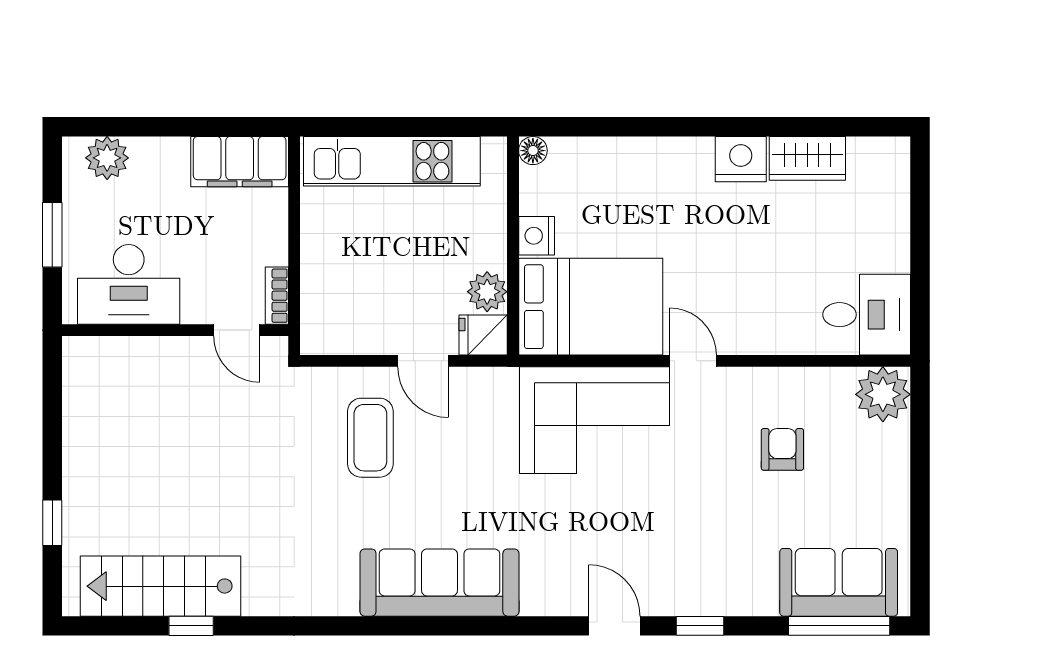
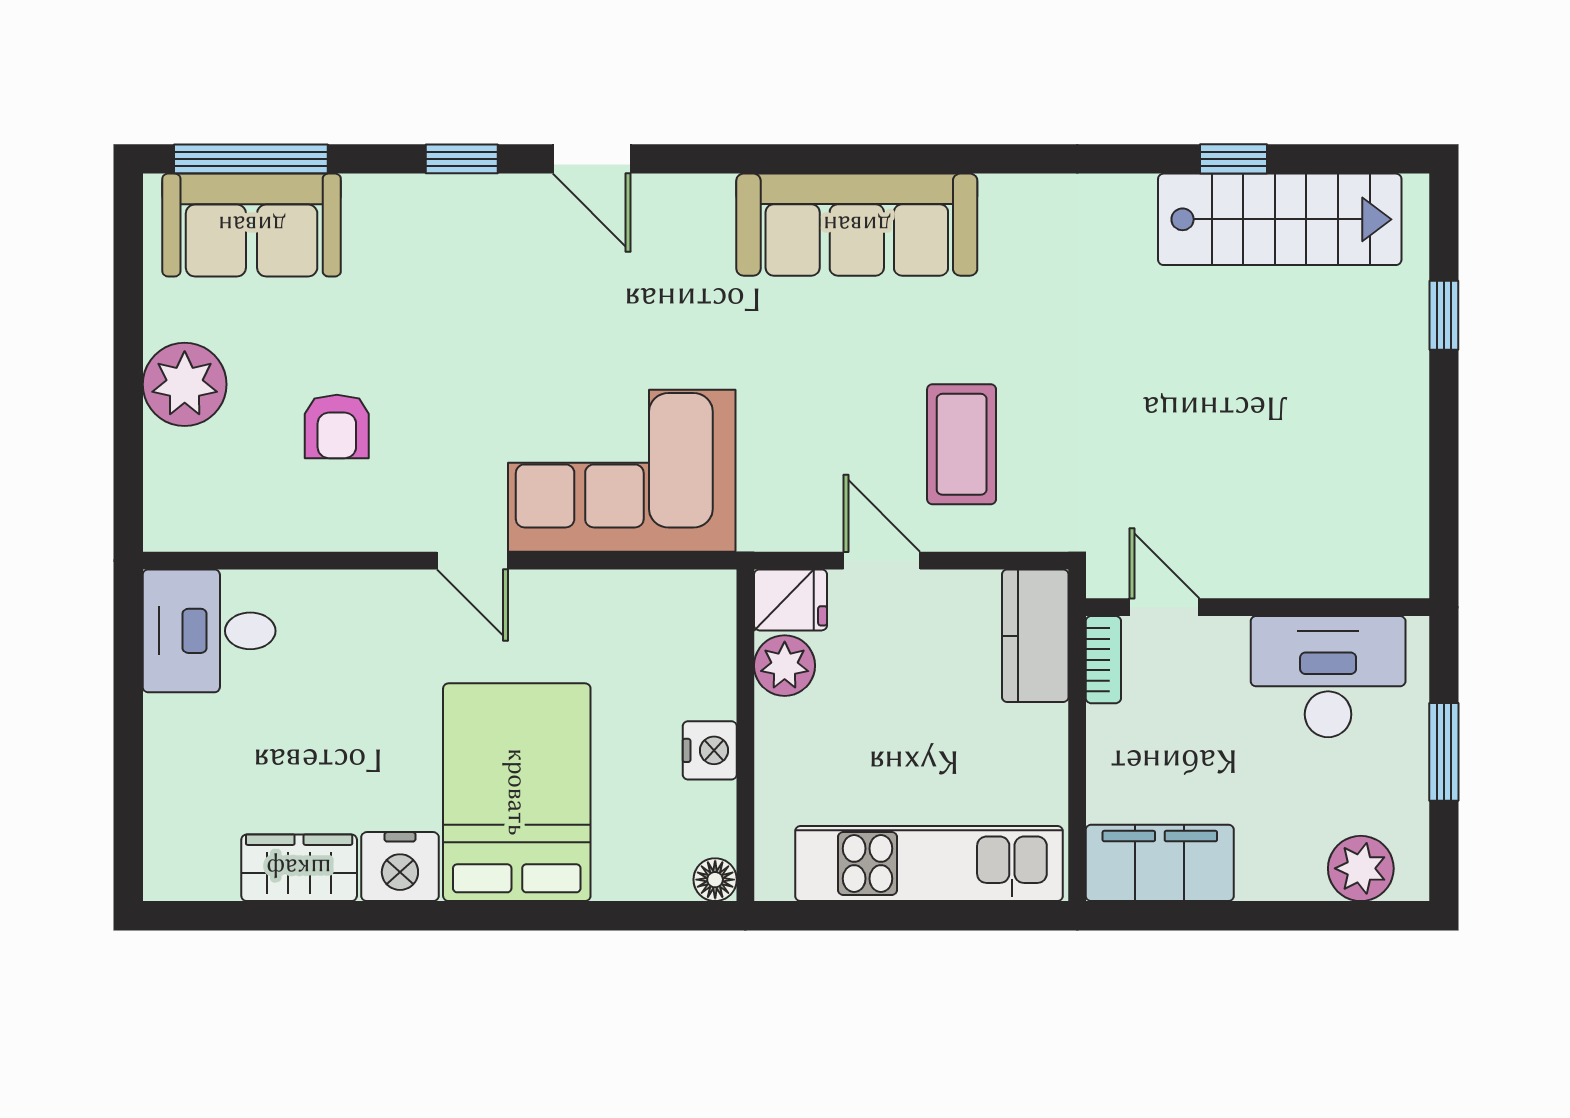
bed: (591, 307) -> (517, 792), moved, turned 90
kitchen counter: (322, 311) -> (1035, 636), added
plant: (883, 394) -> (185, 384), moved

